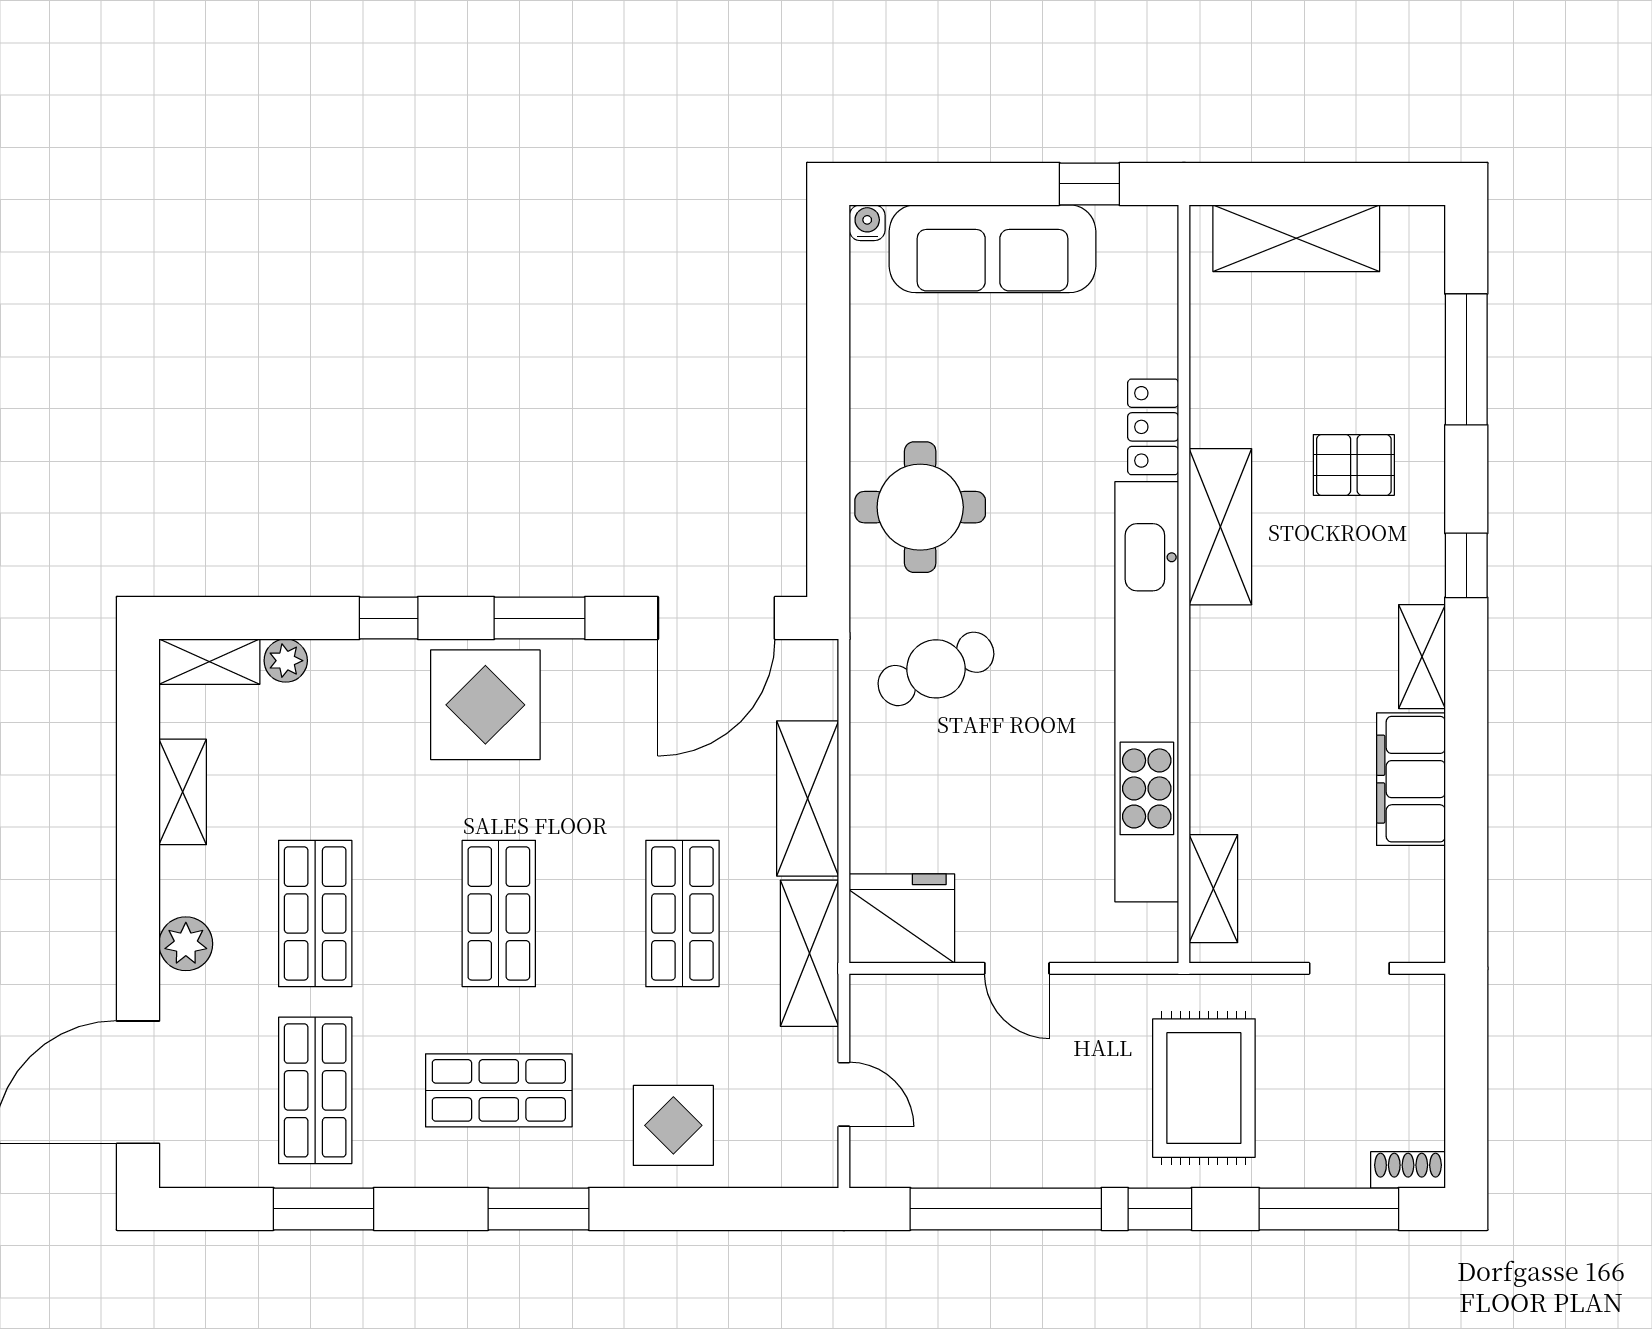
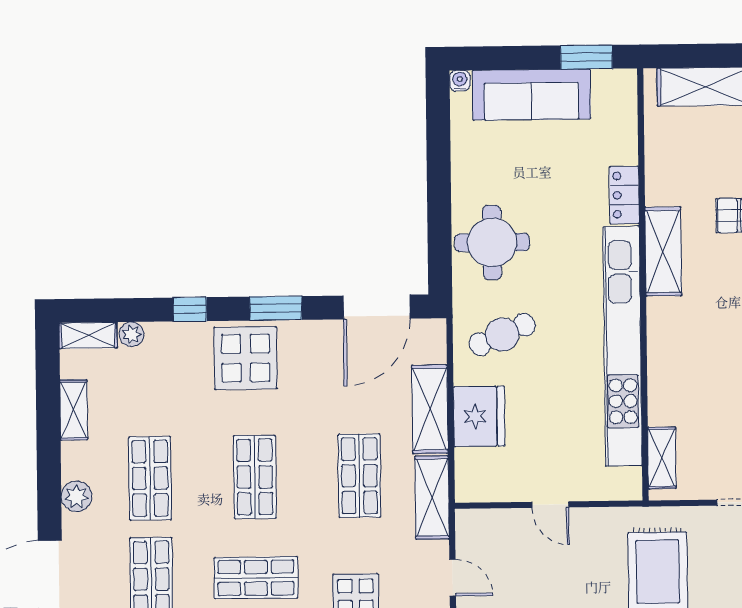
window: (1089, 184) -> (586, 57), width x1.50
fridge: (902, 919) -> (479, 416), moved, turned 90

